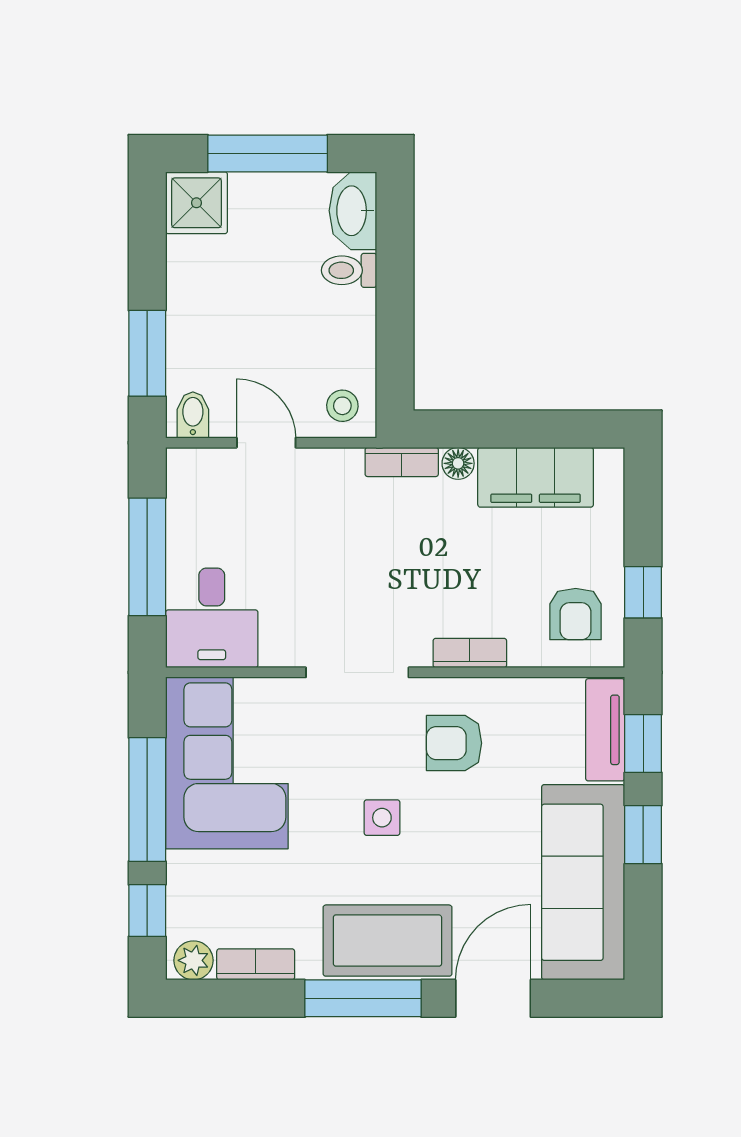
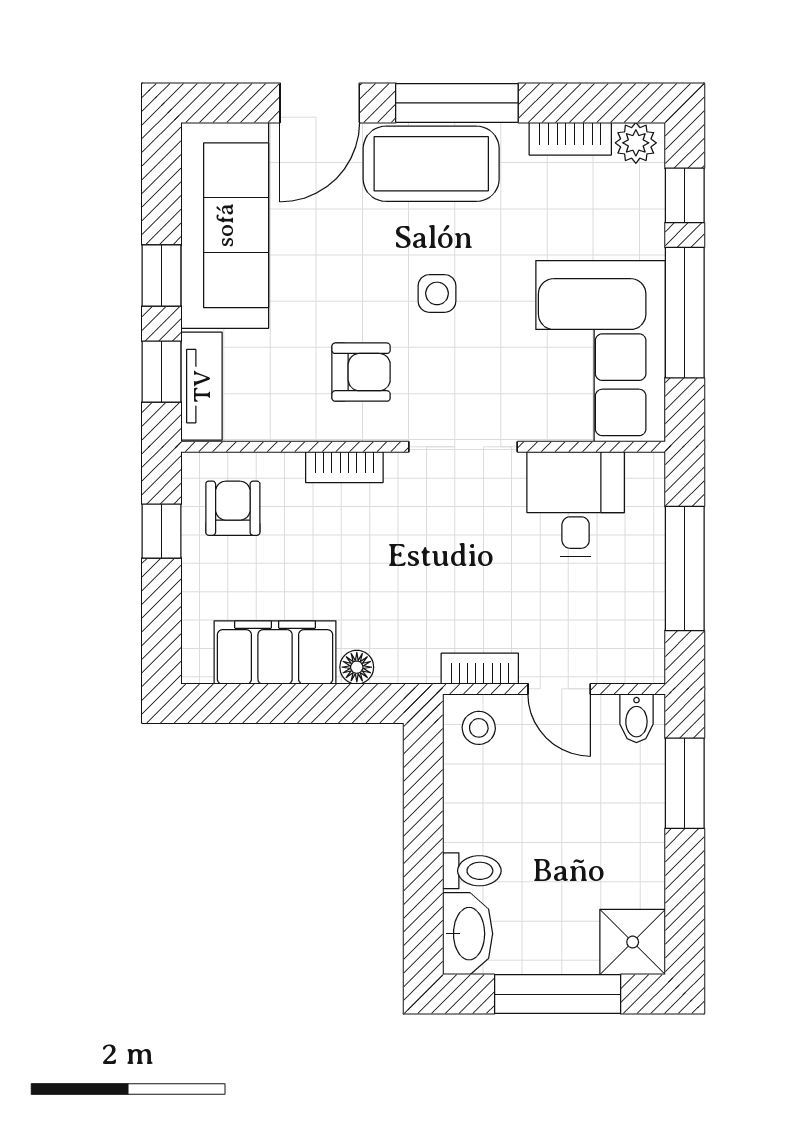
bookcase: (402, 462) -> (480, 669), moved
desk: (212, 618) -> (576, 504), moved

